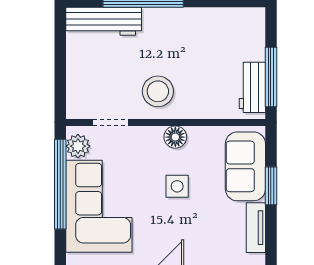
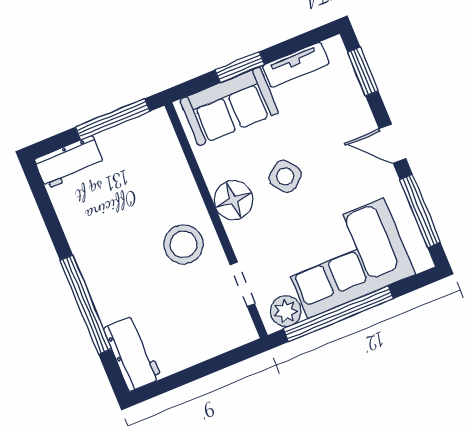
workbench: (104, 21) -> (133, 353), width x0.73
workbench: (252, 87) -> (69, 162), moved
floor lamp: (175, 137) -> (233, 200), width x1.38, depth x1.38
side table: (177, 186) -> (285, 176), turned -38

